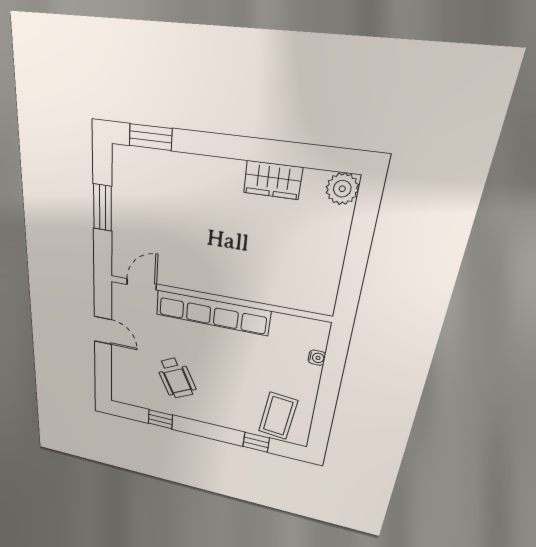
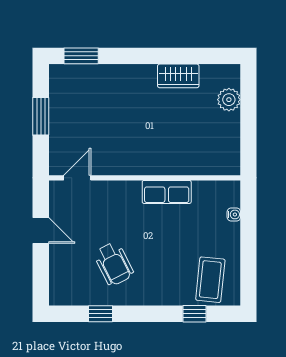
plant: (342, 189) -> (229, 100), moved
row of seats: (212, 313) -> (167, 192), width x0.50

